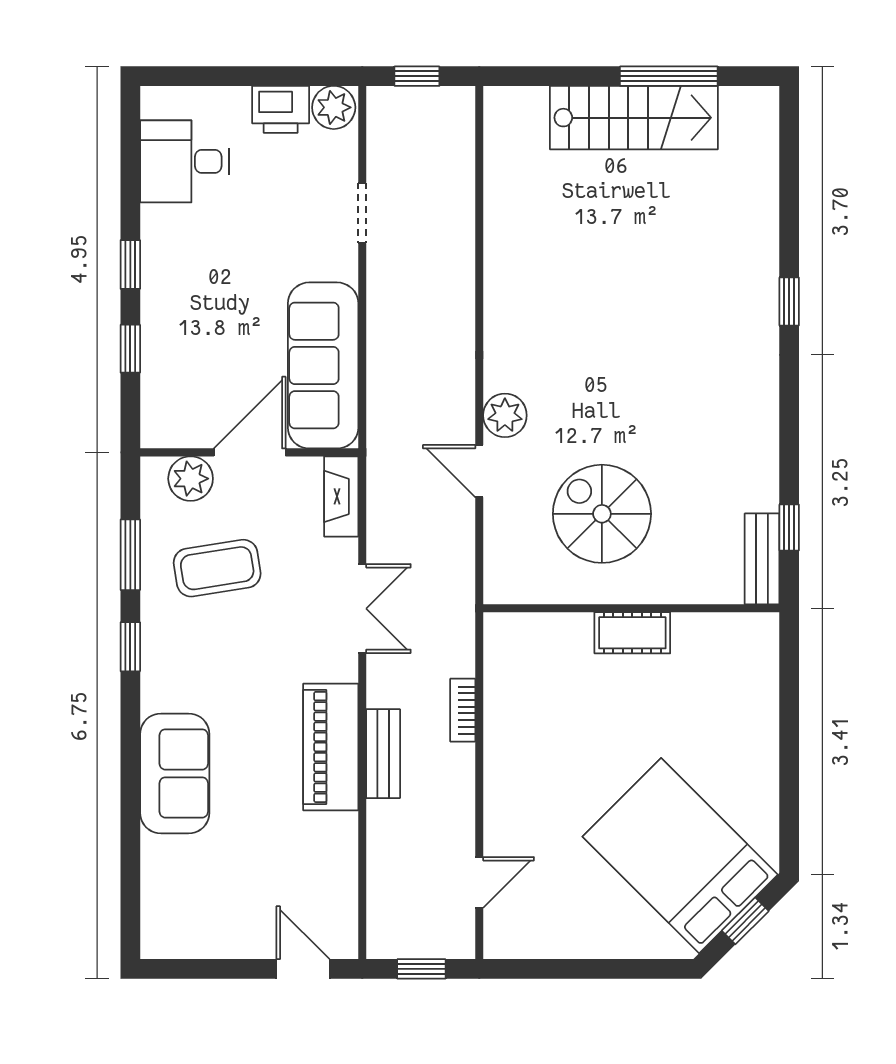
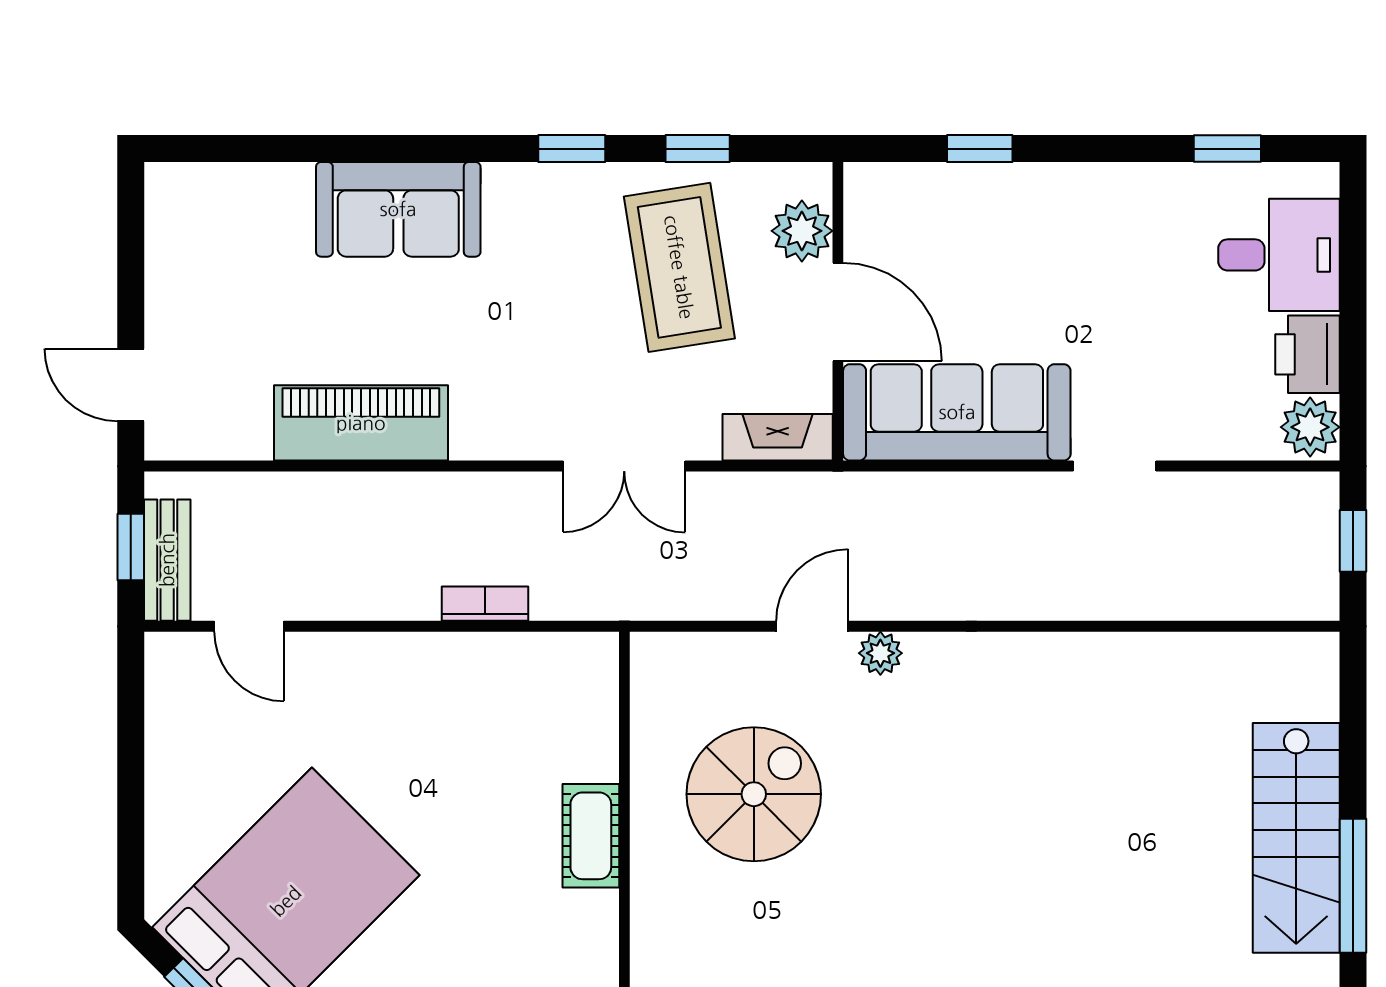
desk: (184, 161) -> (1279, 255), moved, turned 90
doorway: (362, 213) -> (1115, 466), moved
window: (130, 264) -> (1227, 149), moved
plant: (505, 415) -> (880, 653), width x0.73, depth x0.73
window: (130, 555) -> (698, 149), width x0.67
coffee table: (217, 568) -> (679, 267), width x1.36, depth x1.32
piano: (331, 747) -> (361, 423), moved
bench: (383, 754) -> (167, 560), moved, turned 90
door: (303, 969) -> (131, 385), swing flipped

